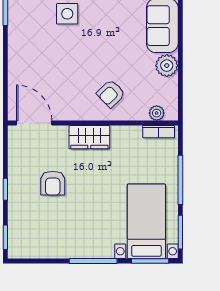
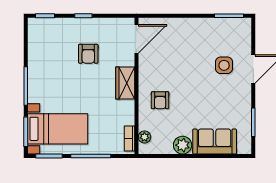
armchair: (111, 94) -> (160, 100), turned -136
armchair: (53, 183) -> (88, 54), turned -90

